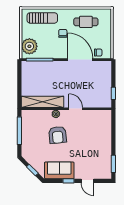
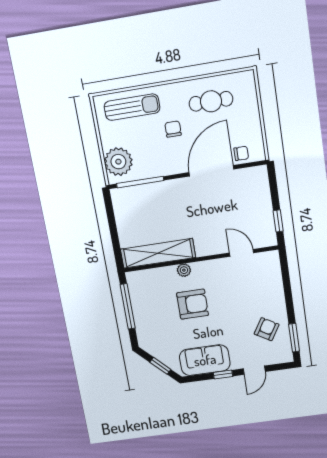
door: (80, 60) -> (211, 171), hinge flipped
door: (76, 109) -> (242, 253), moved
armchair: (58, 135) -> (193, 304), turned -84
armchair: (98, 156) -> (267, 329), added
door: (87, 181) -> (254, 370), hinge flipped

